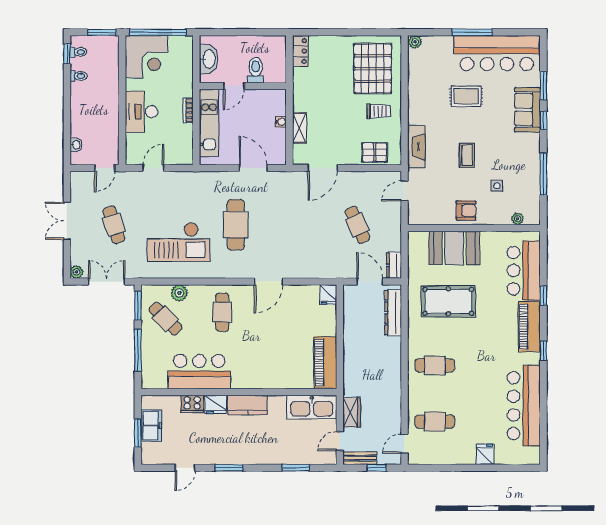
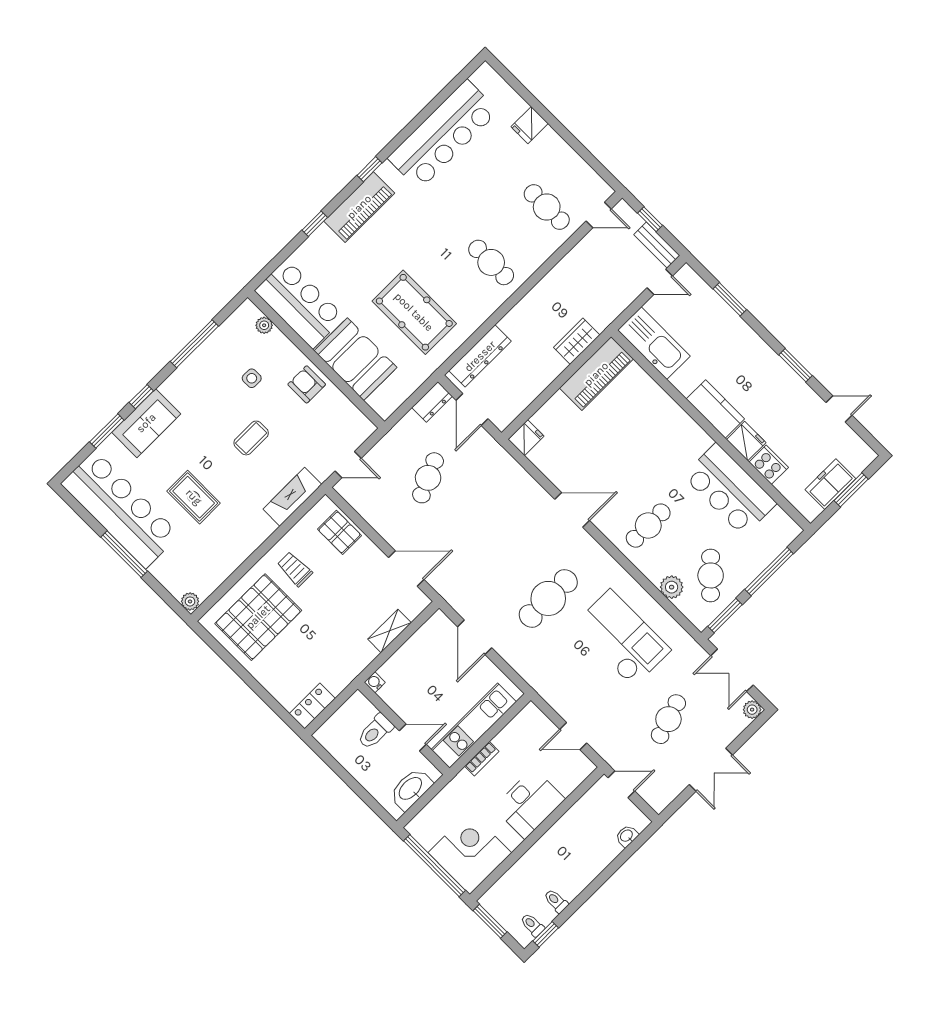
water cooler: (281, 122) -> (375, 682), moved
bar counter: (524, 271) -> (300, 304), moved, turned -90
wardrobe: (352, 412) -> (577, 341), moved

